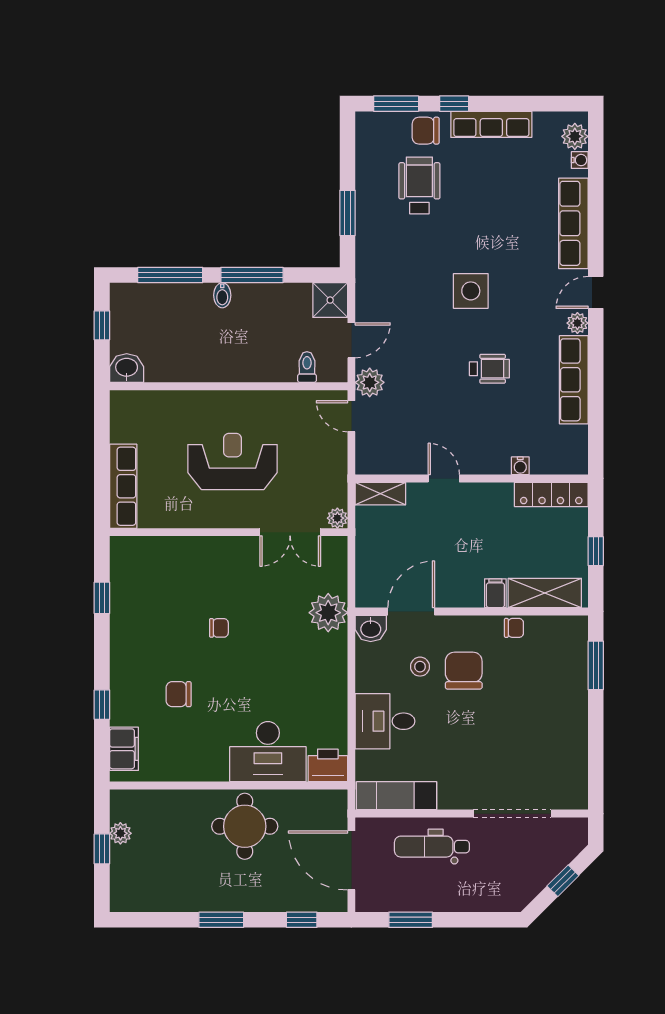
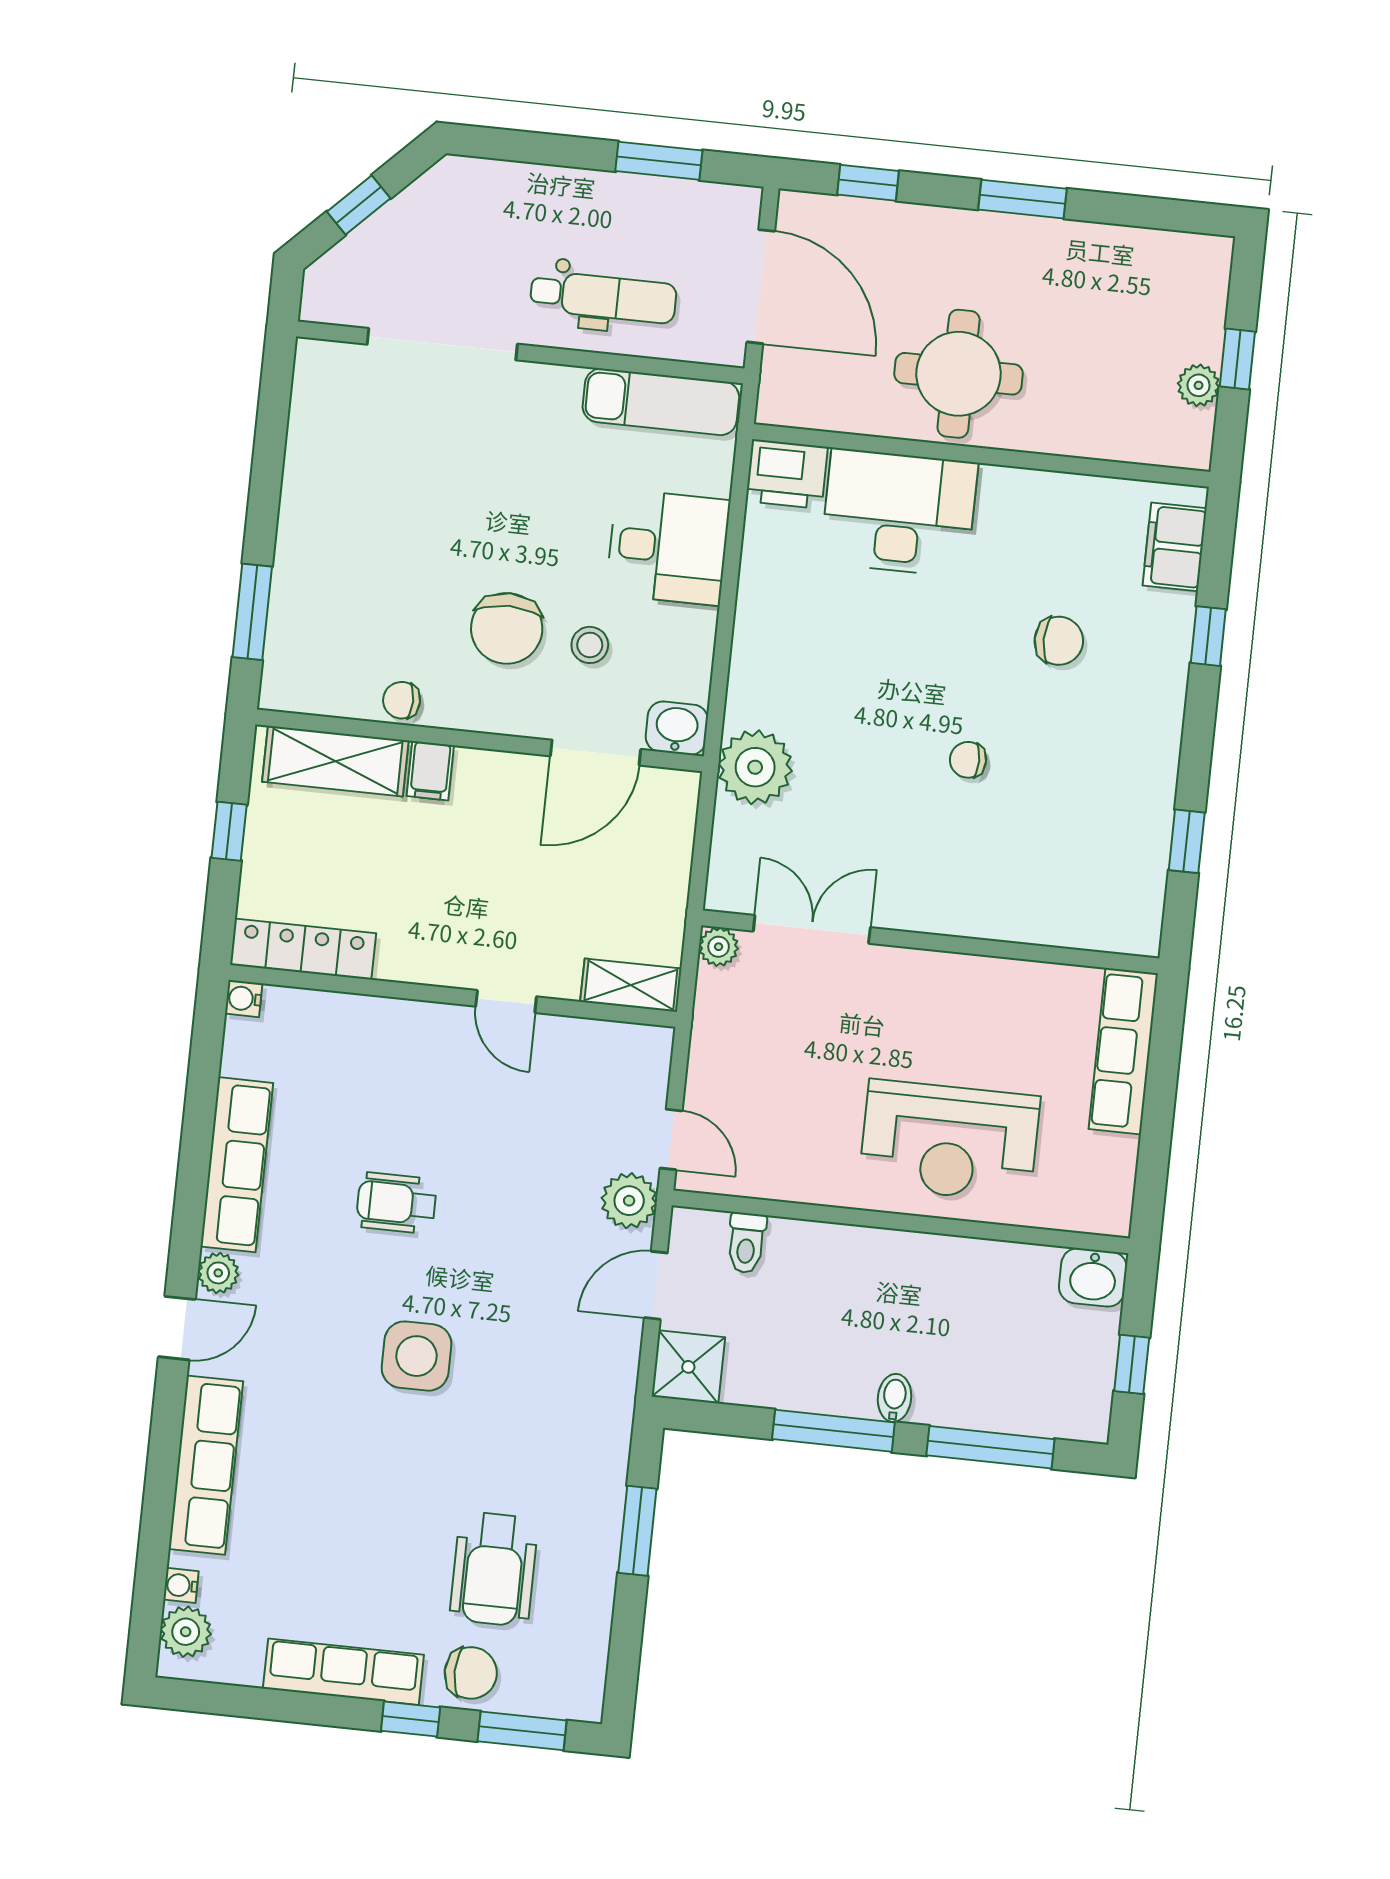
reception desk: (233, 461) -> (949, 1141), moved
water cooler: (520, 466) -> (244, 999), moved, turned -90

